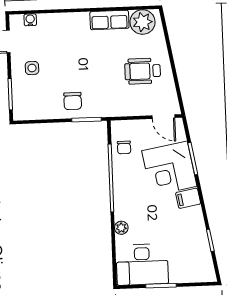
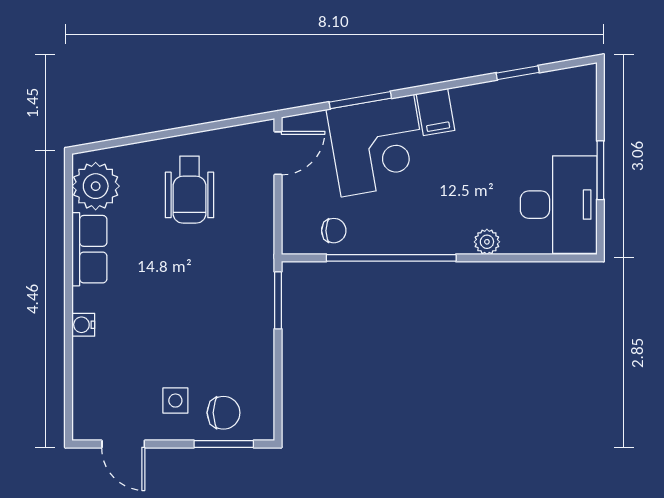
water cooler: (30, 20) -> (83, 325), moved
chair: (73, 101) -> (224, 413), moved

